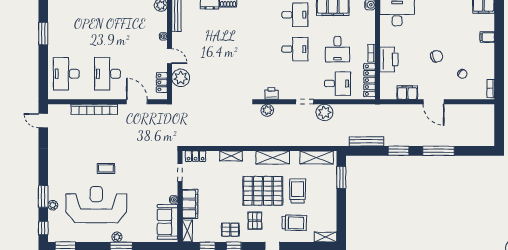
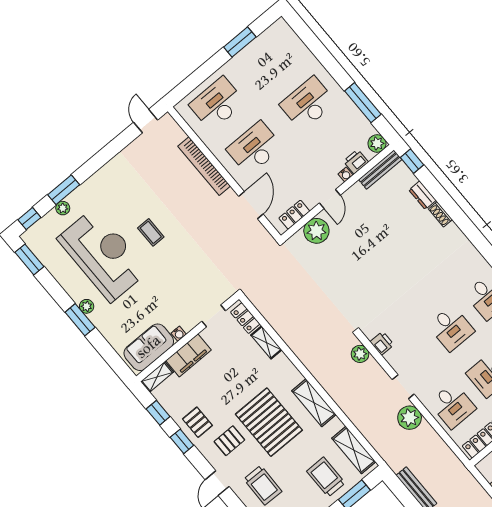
desk: (107, 25) -> (308, 103), added
printer: (161, 25) -> (356, 162), added
shelving: (231, 156) -> (266, 342), moved
trolley: (298, 191) -> (326, 477), moved, turned -90

